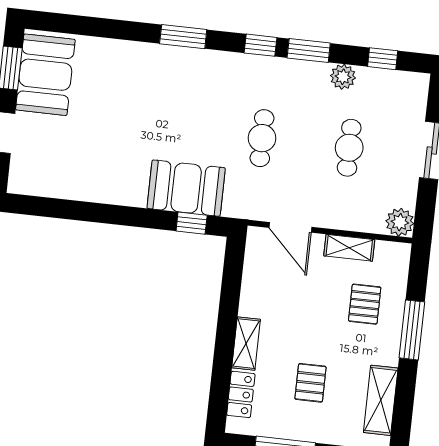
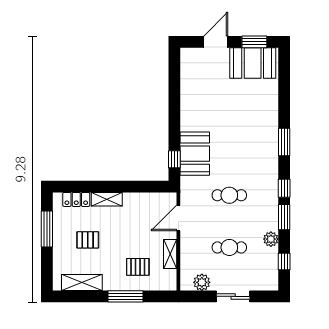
plant: (400, 222) -> (202, 282), moved

